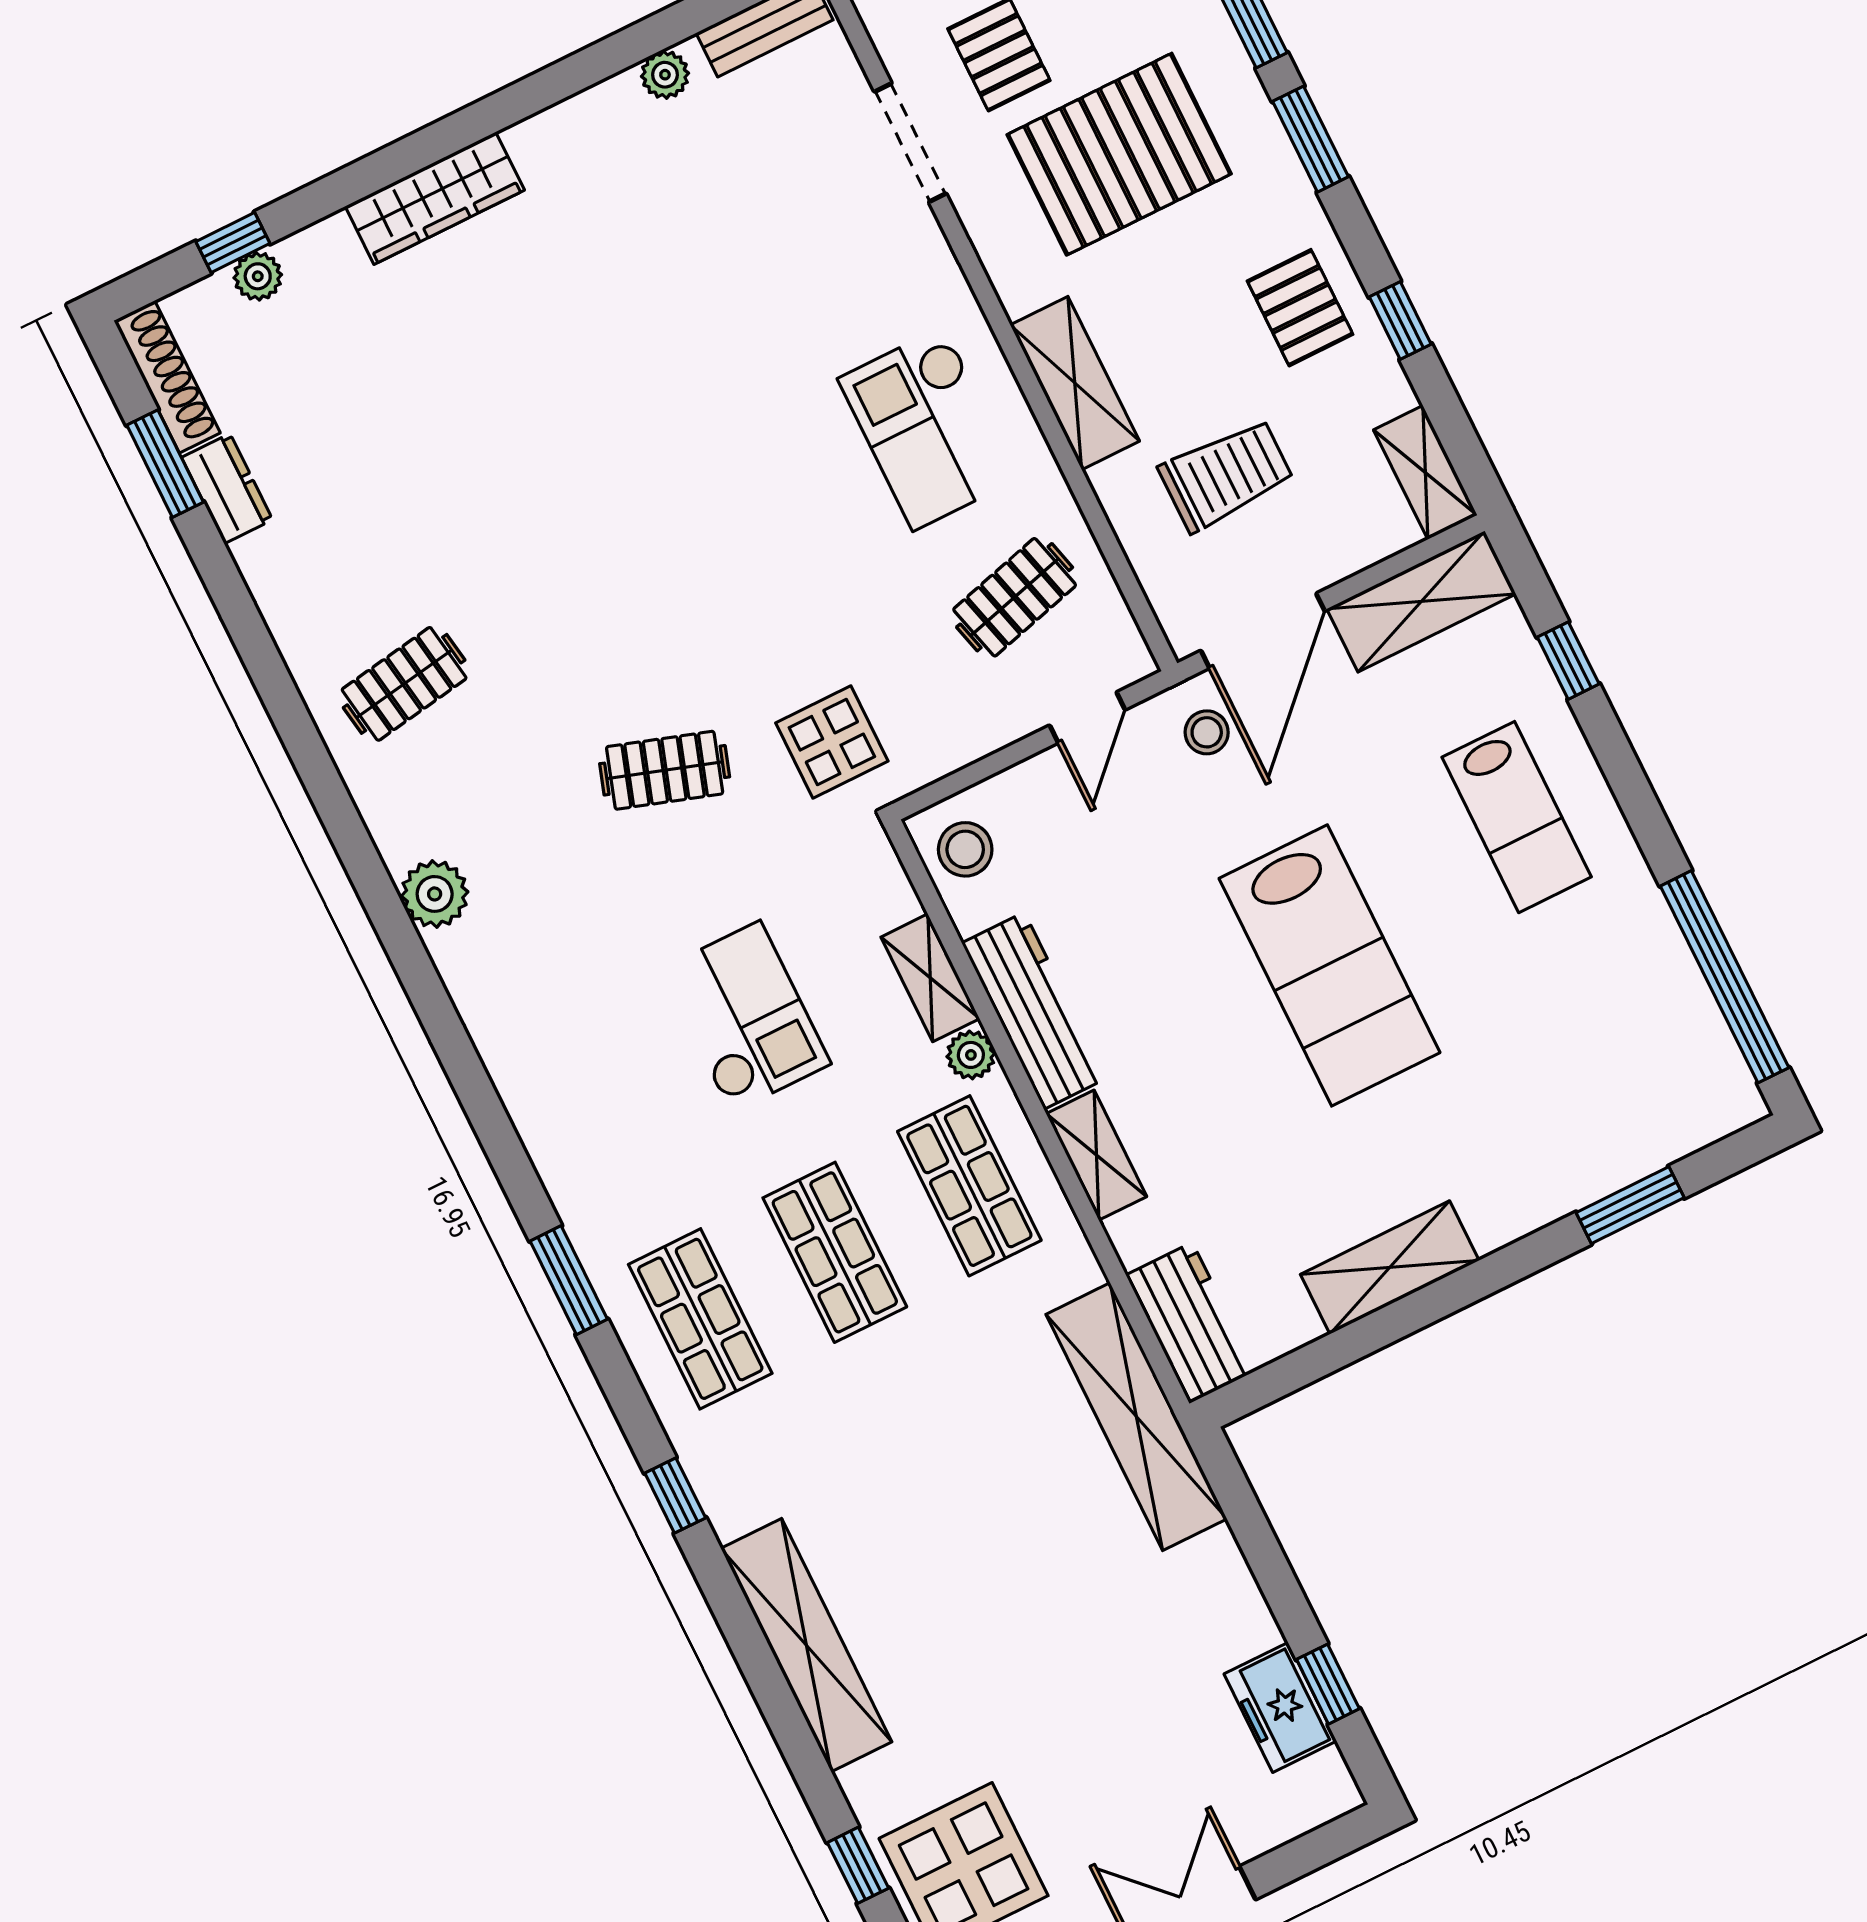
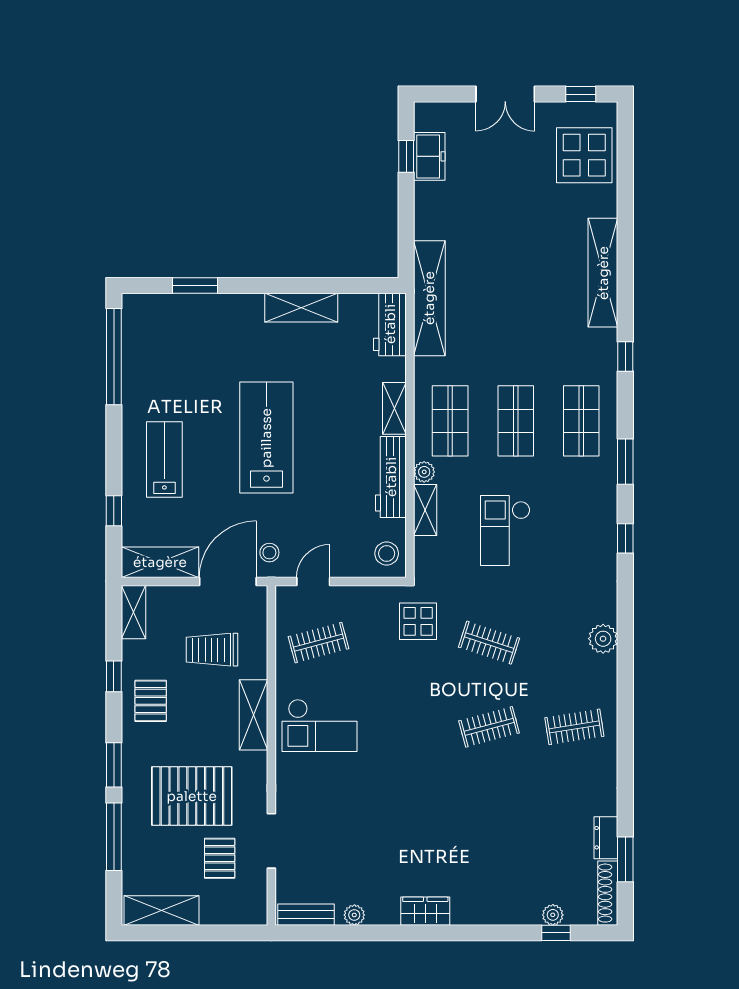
wardrobe: (435, 198) -> (425, 911), moved, width x0.67
checkout: (929, 429) -> (320, 725), turned 90
clothes rail: (579, 597) -> (489, 727), added
window: (858, 1865) -> (625, 538), moved

